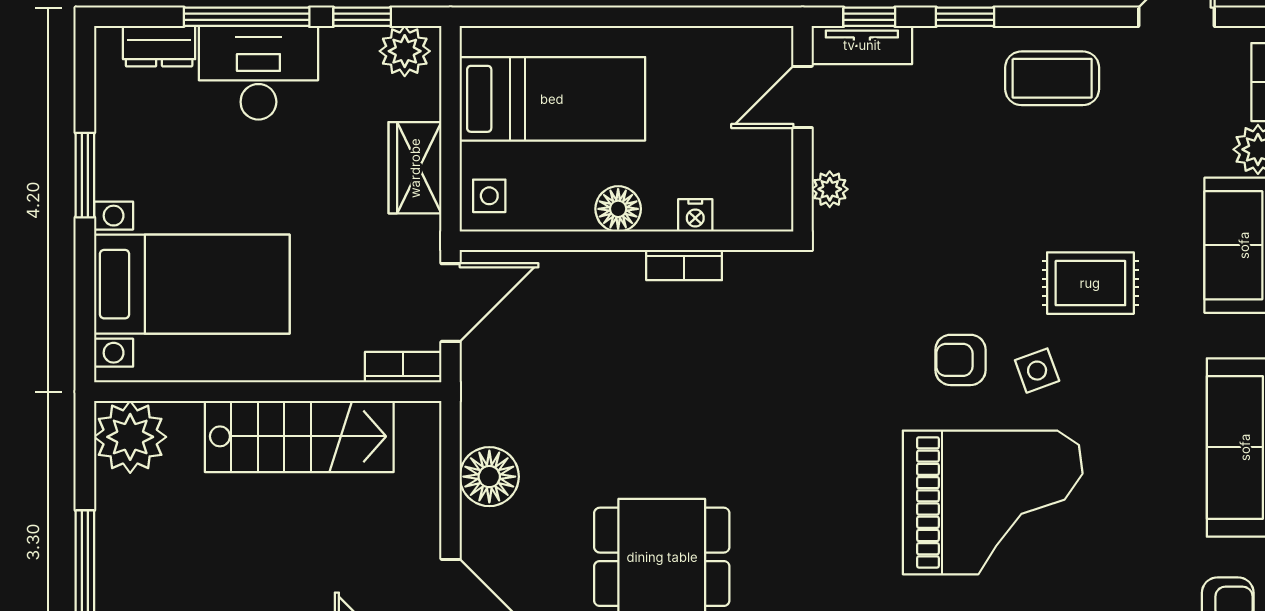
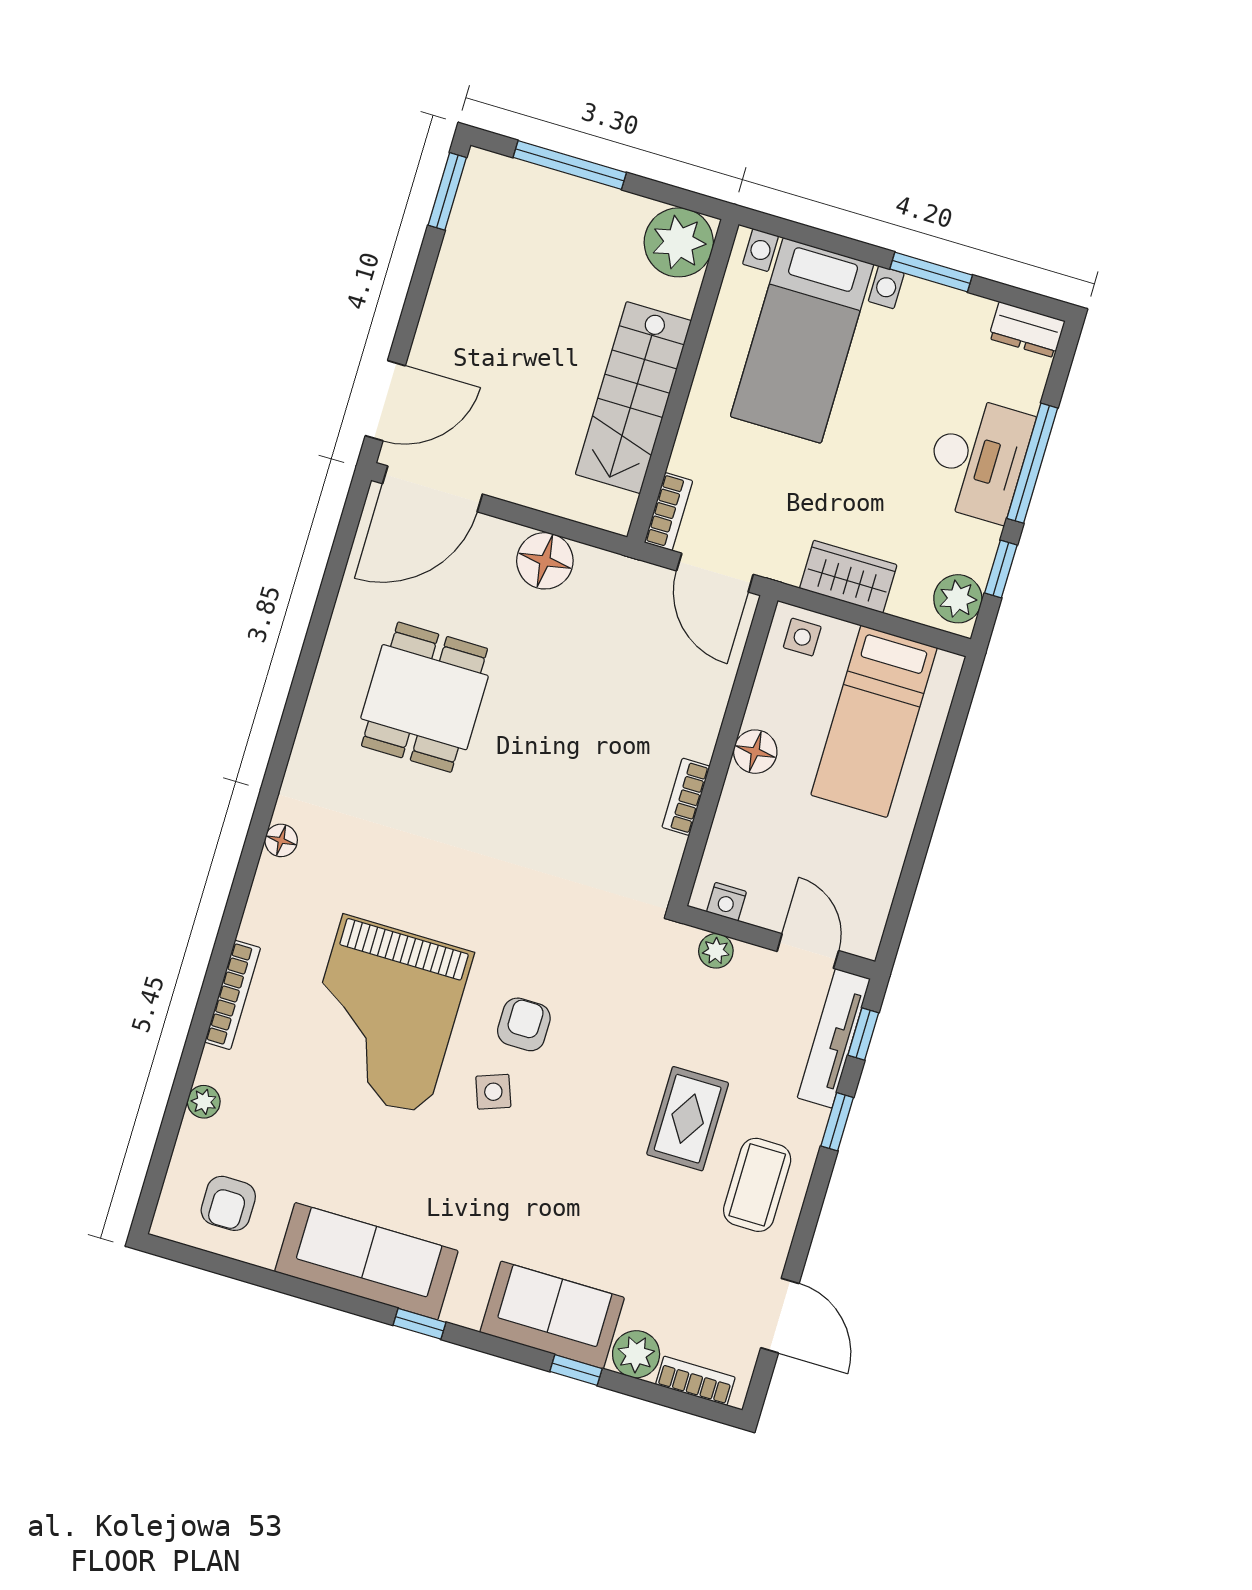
tv unit: (862, 45) -> (834, 1038), width x1.41
dresser: (159, 46) -> (1027, 330), moved, turned -90
nightstand: (695, 215) -> (726, 902), moved, turned -90
rug: (1090, 283) -> (688, 1119), moved

